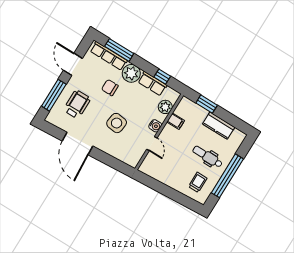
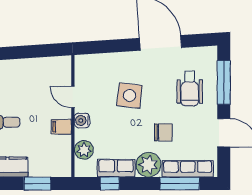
filing cabinet: (176, 121) -> (61, 127), moved

